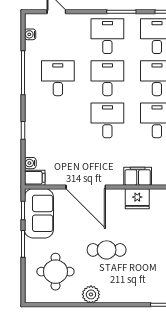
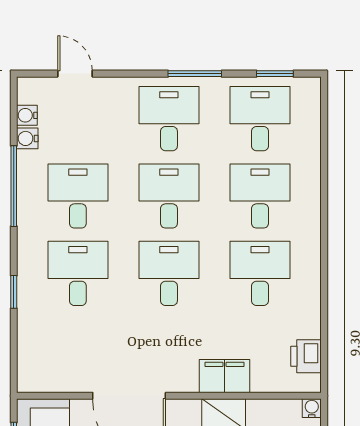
desk: (58, 120) -> (78, 273), added
water cooler: (30, 163) -> (27, 138), moved
filing cabinet: (35, 178) -> (35, 379), removed

